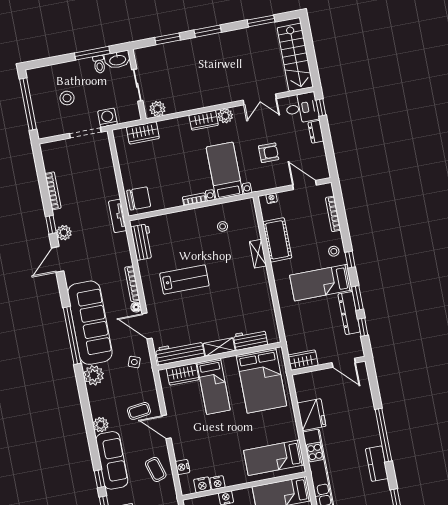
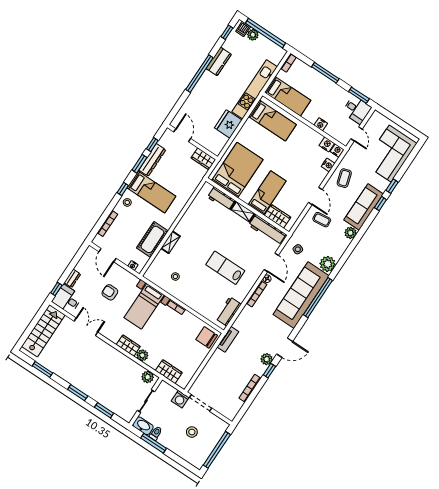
plant: (225, 116) -> (142, 355), moved
nightstand: (217, 483) -> (337, 151), moved

